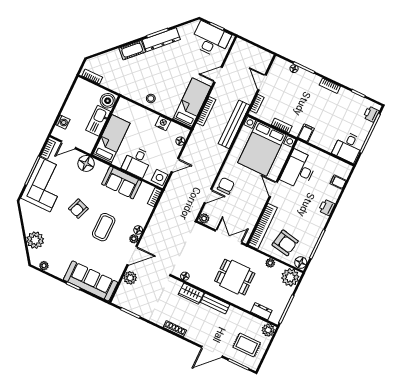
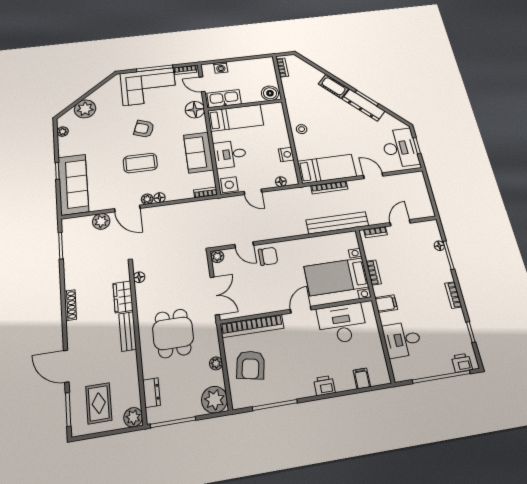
kitchen sink: (98, 121) -> (224, 99), moved
desk: (348, 147) -> (402, 340), moved
bed with nightstands: (262, 149) -> (336, 277), width x0.73
floor lamp: (301, 263) -> (240, 400), removed

